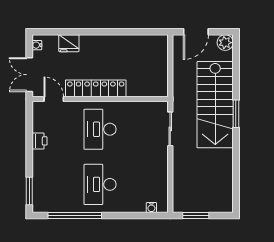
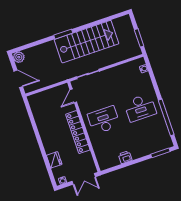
door: (54, 99) -> (73, 96), moved
stairs: (215, 105) -> (86, 42), moved
desk: (100, 129) -> (104, 120), turned 180

